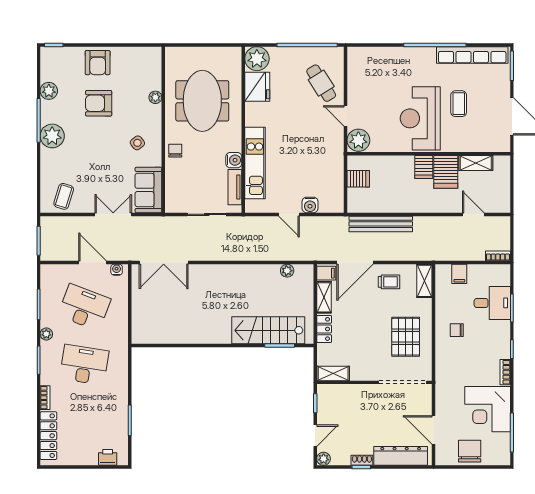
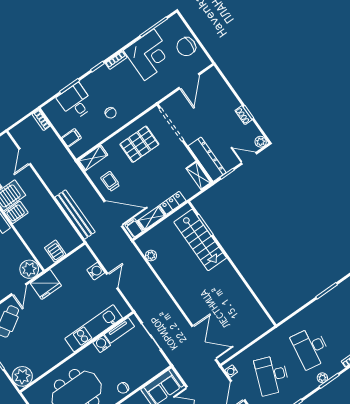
fridge: (257, 87) -> (46, 284), moved, turned 180
plant: (46, 334) -> (322, 378), moved
dresser: (401, 456) -> (207, 159), moved, turned 180

